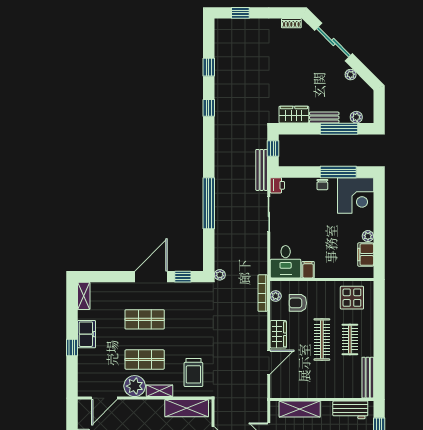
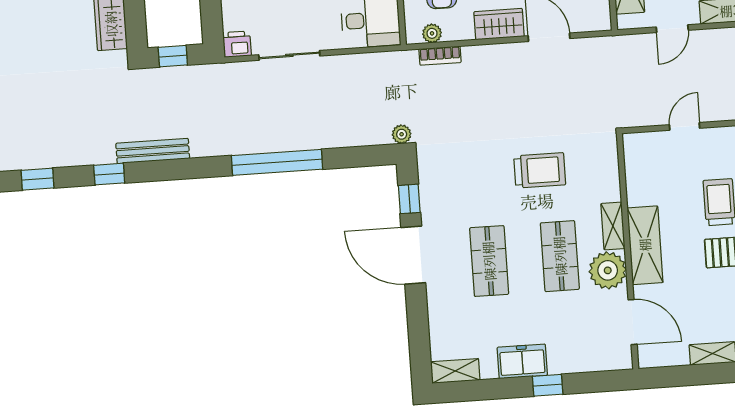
bench: (262, 170) -> (153, 151), moved
bookcase: (263, 293) -> (440, 56), width x0.64
trolley: (193, 372) -> (540, 170), moved
shelving: (187, 408) -> (645, 245), moved

